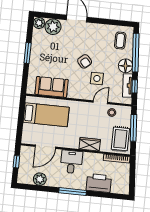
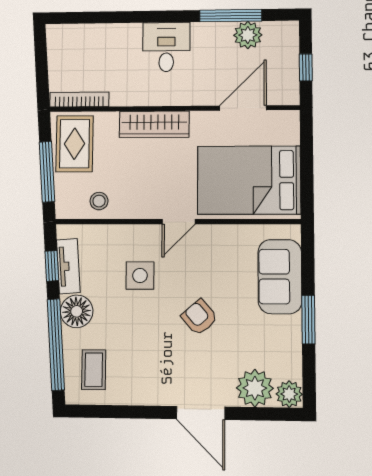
armchair: (85, 61) -> (199, 317), moved
sofa: (52, 87) -> (280, 277), moved, turned 90
door: (100, 102) -> (179, 222), moved
bed: (46, 115) -> (249, 180), width x1.50
wardrobe: (90, 144) -> (154, 124), width x1.50
desk: (71, 162) -> (166, 47), moved, turned 180
printer: (99, 183) -> (114, 42), removed
window: (73, 192) -> (231, 16), moved

